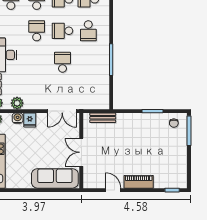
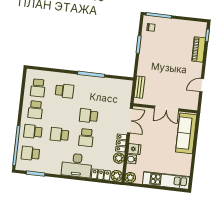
school desk: (62, 31) -> (86, 138), moved
locker: (35, 104) -> (121, 143), added
piano: (139, 182) -> (199, 49), moved

